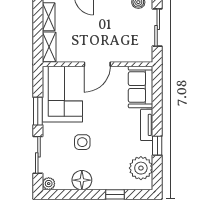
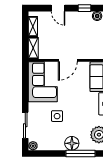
window: (38, 111) -> (25, 94), removed
floor lamp: (82, 180) -> (72, 143), moved
window: (115, 194) -> (80, 154), width x2.17

